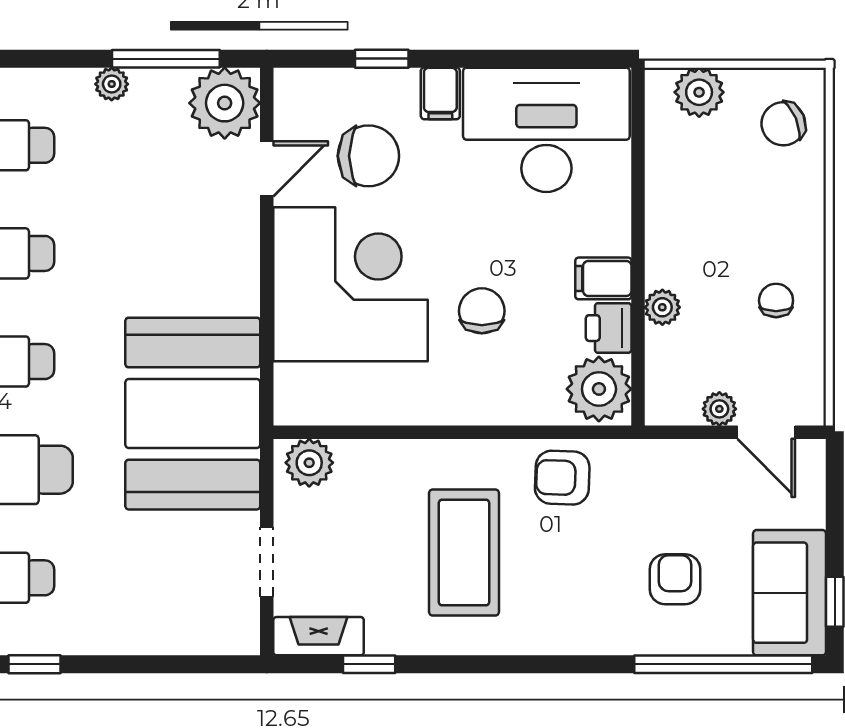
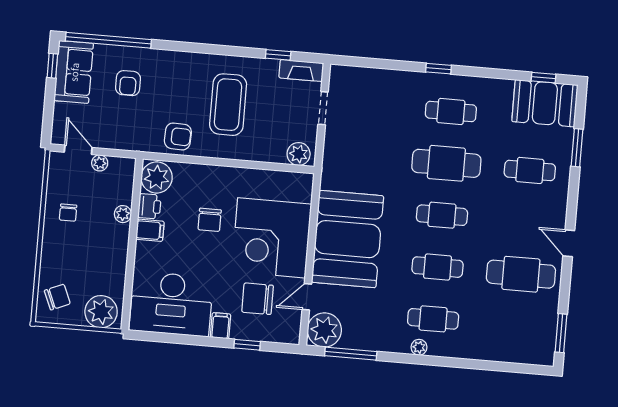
plant: (112, 84) -> (419, 347), moved
plant: (699, 92) -> (101, 312), width x1.36, depth x1.36
booth: (193, 414) -> (348, 239), moved

